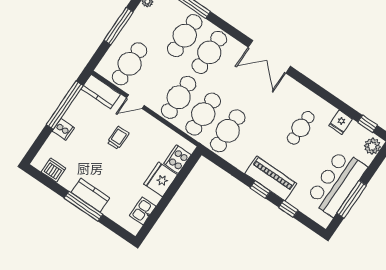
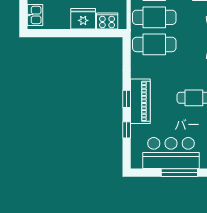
window: (352, 199) -> (179, 173), moved
kitchen sink: (143, 211) -> (35, 15), moved, turned 90

